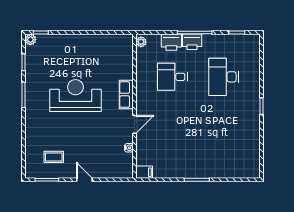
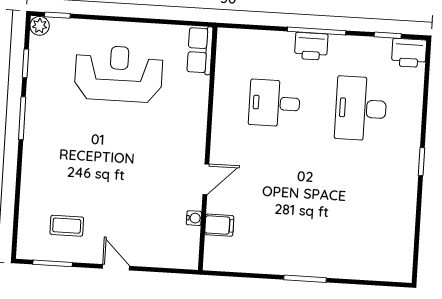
plant: (141, 42) -> (225, 41), removed
printer: (171, 42) -> (409, 53), moved
row of seats: (126, 95) -> (200, 50), moved
reception desk: (75, 96) -> (119, 74), moved
filing cabinet: (144, 172) -> (219, 225), moved

